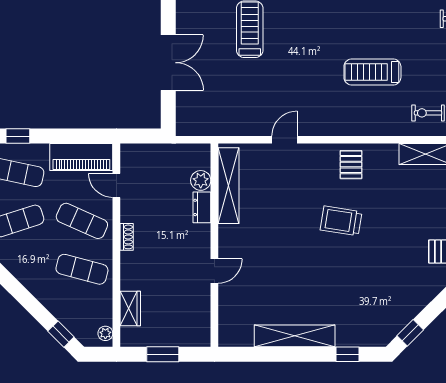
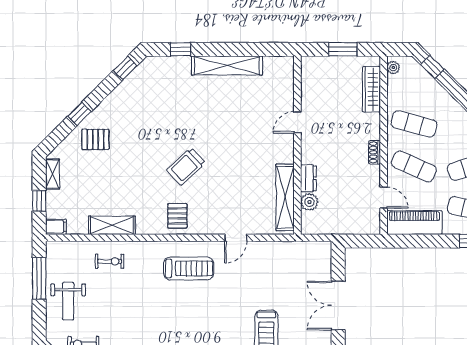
treadmill: (372, 72) -> (189, 268), moved
trolley: (341, 221) -> (186, 166), turned 128
wardrobe: (130, 309) -> (371, 89), width x1.50

